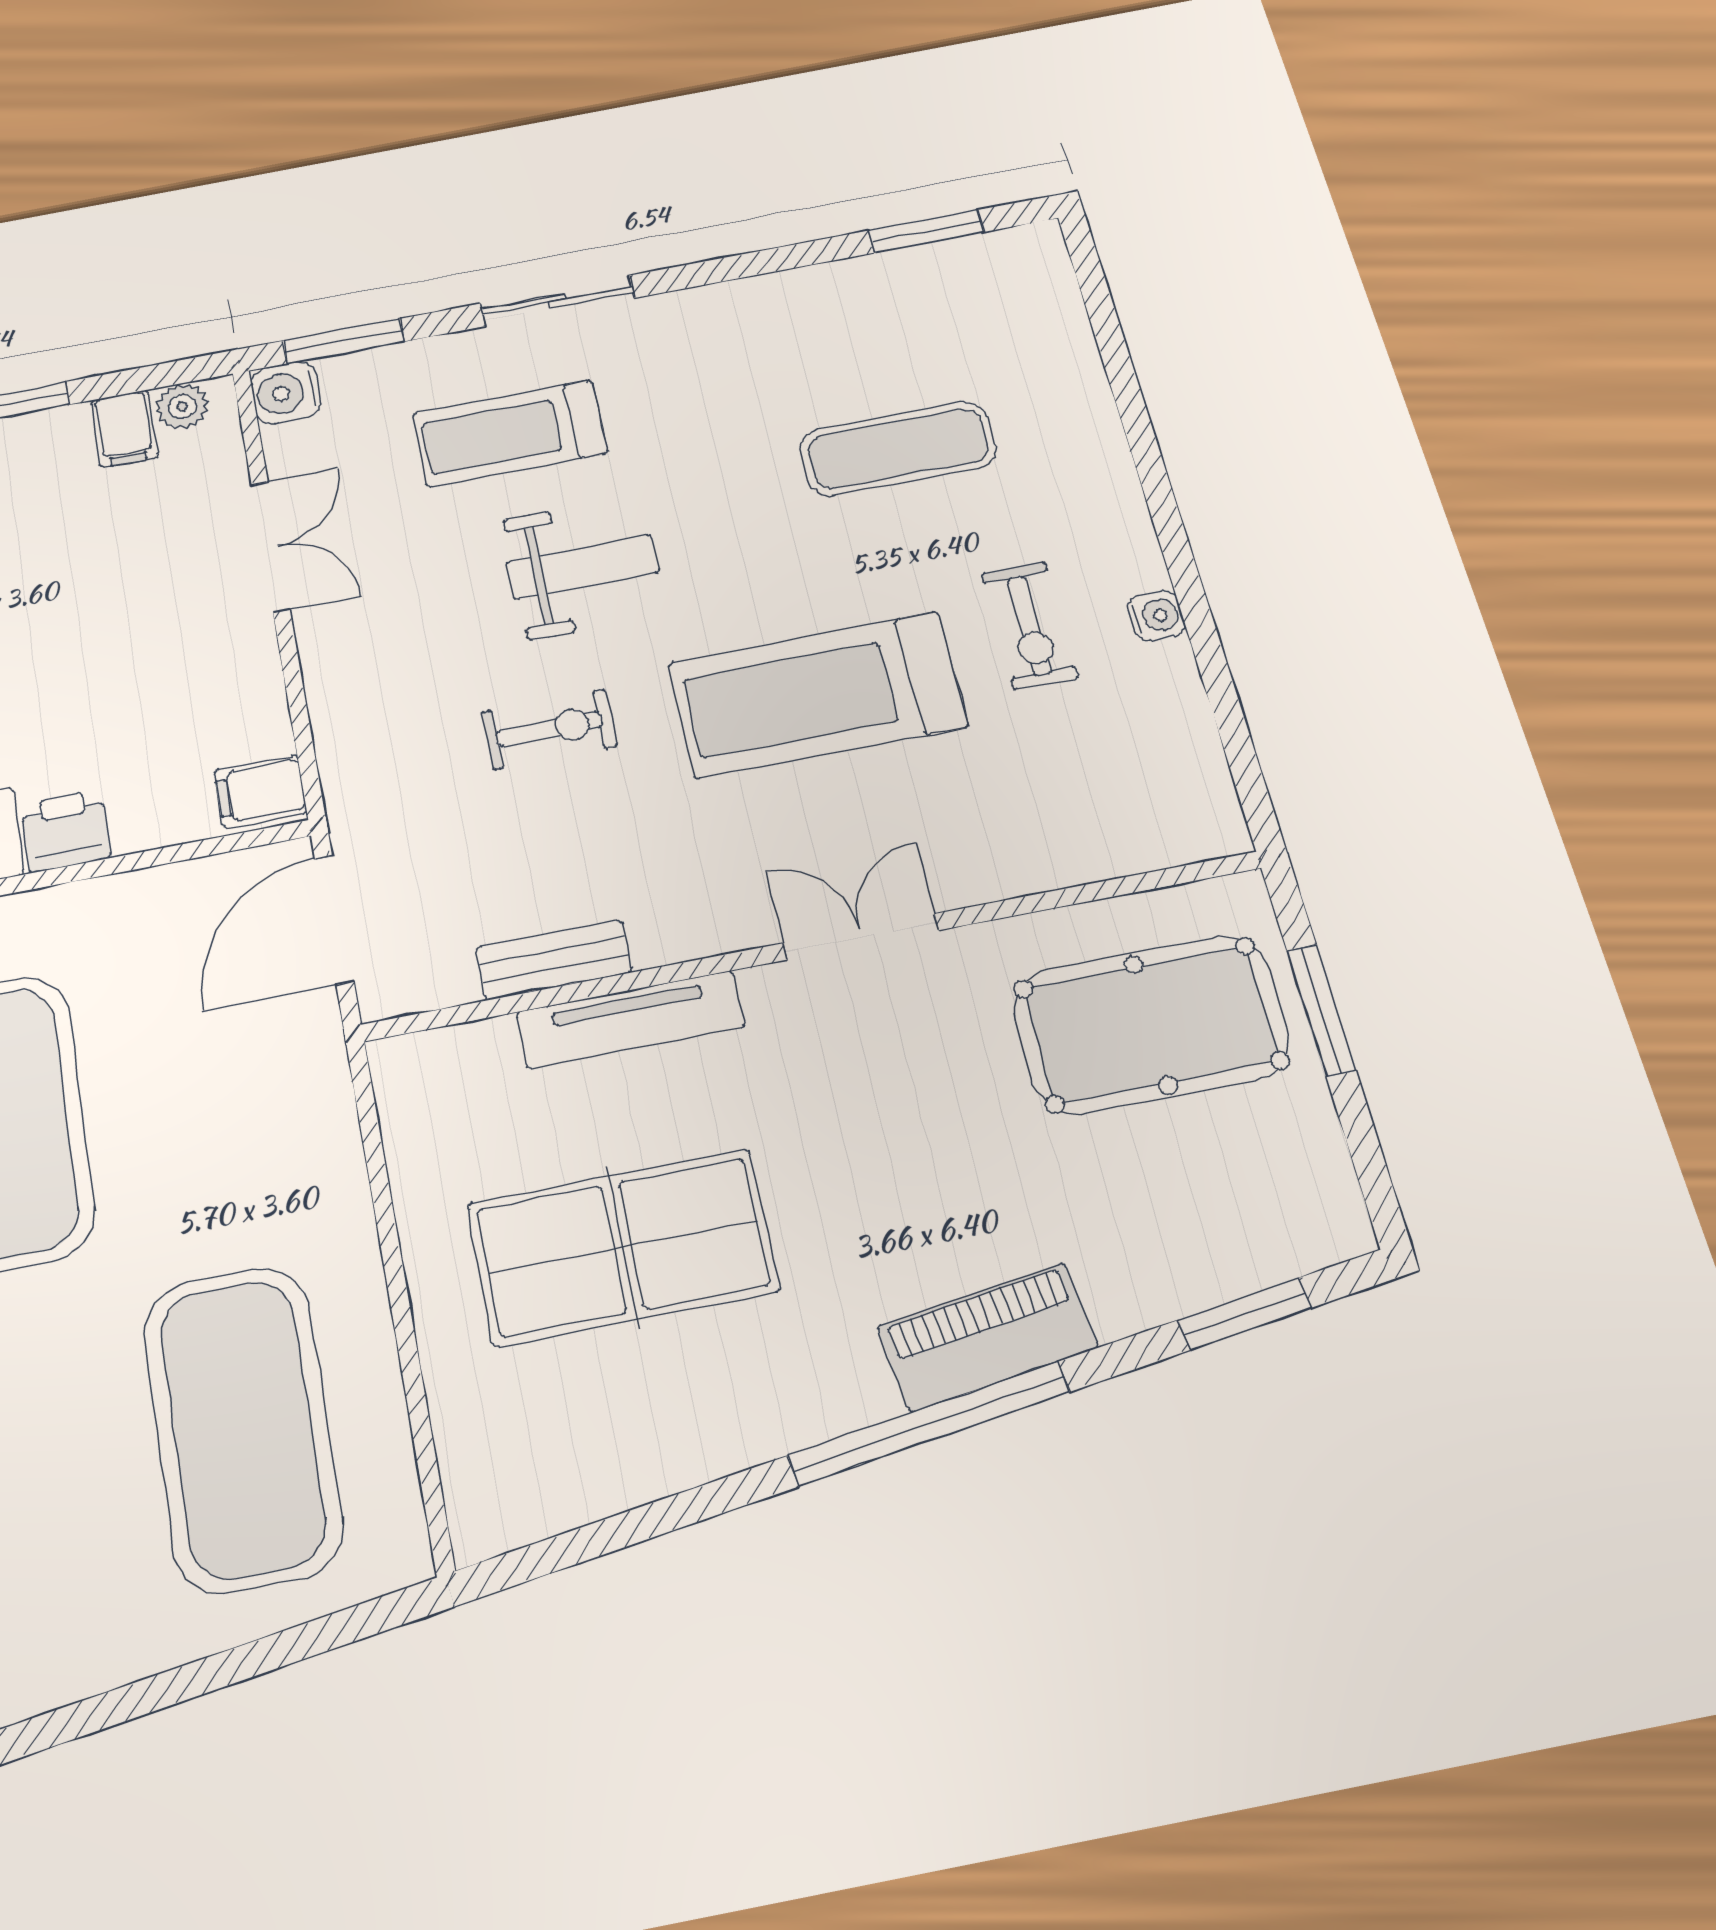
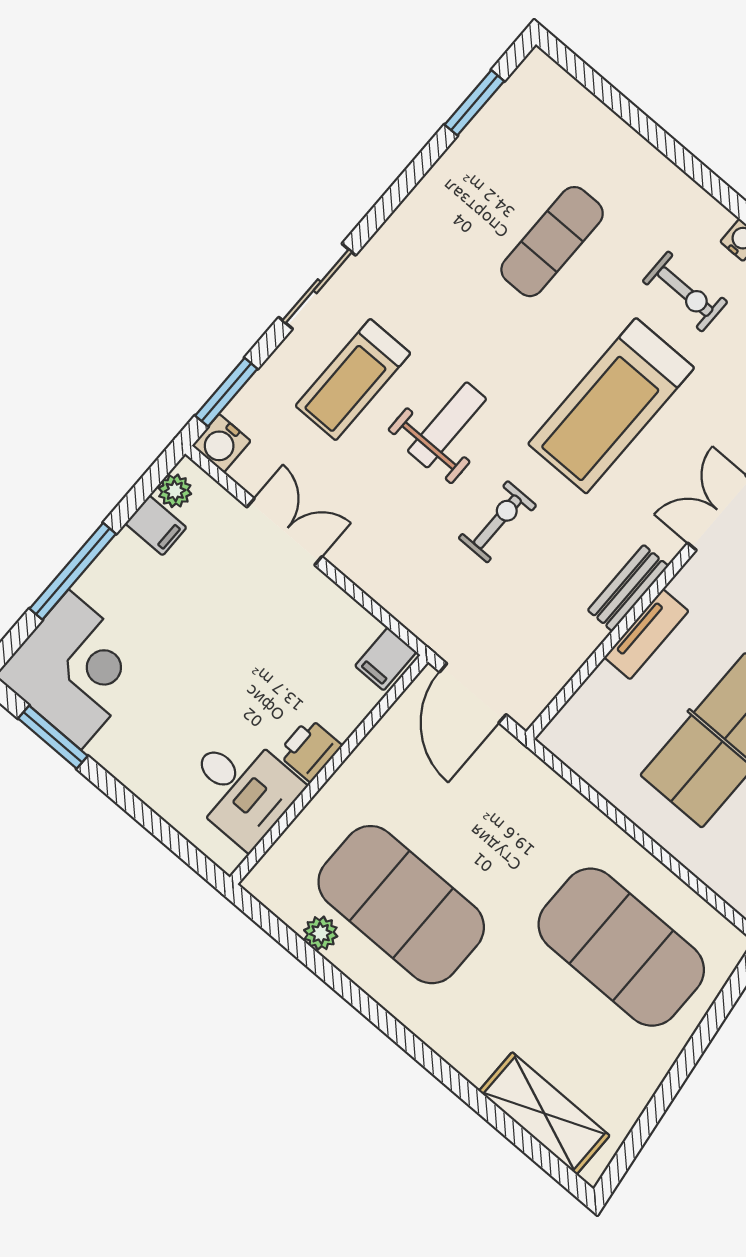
bench: (554, 960) -> (628, 588), moved
tv unit: (630, 1020) -> (646, 634), width x0.71

